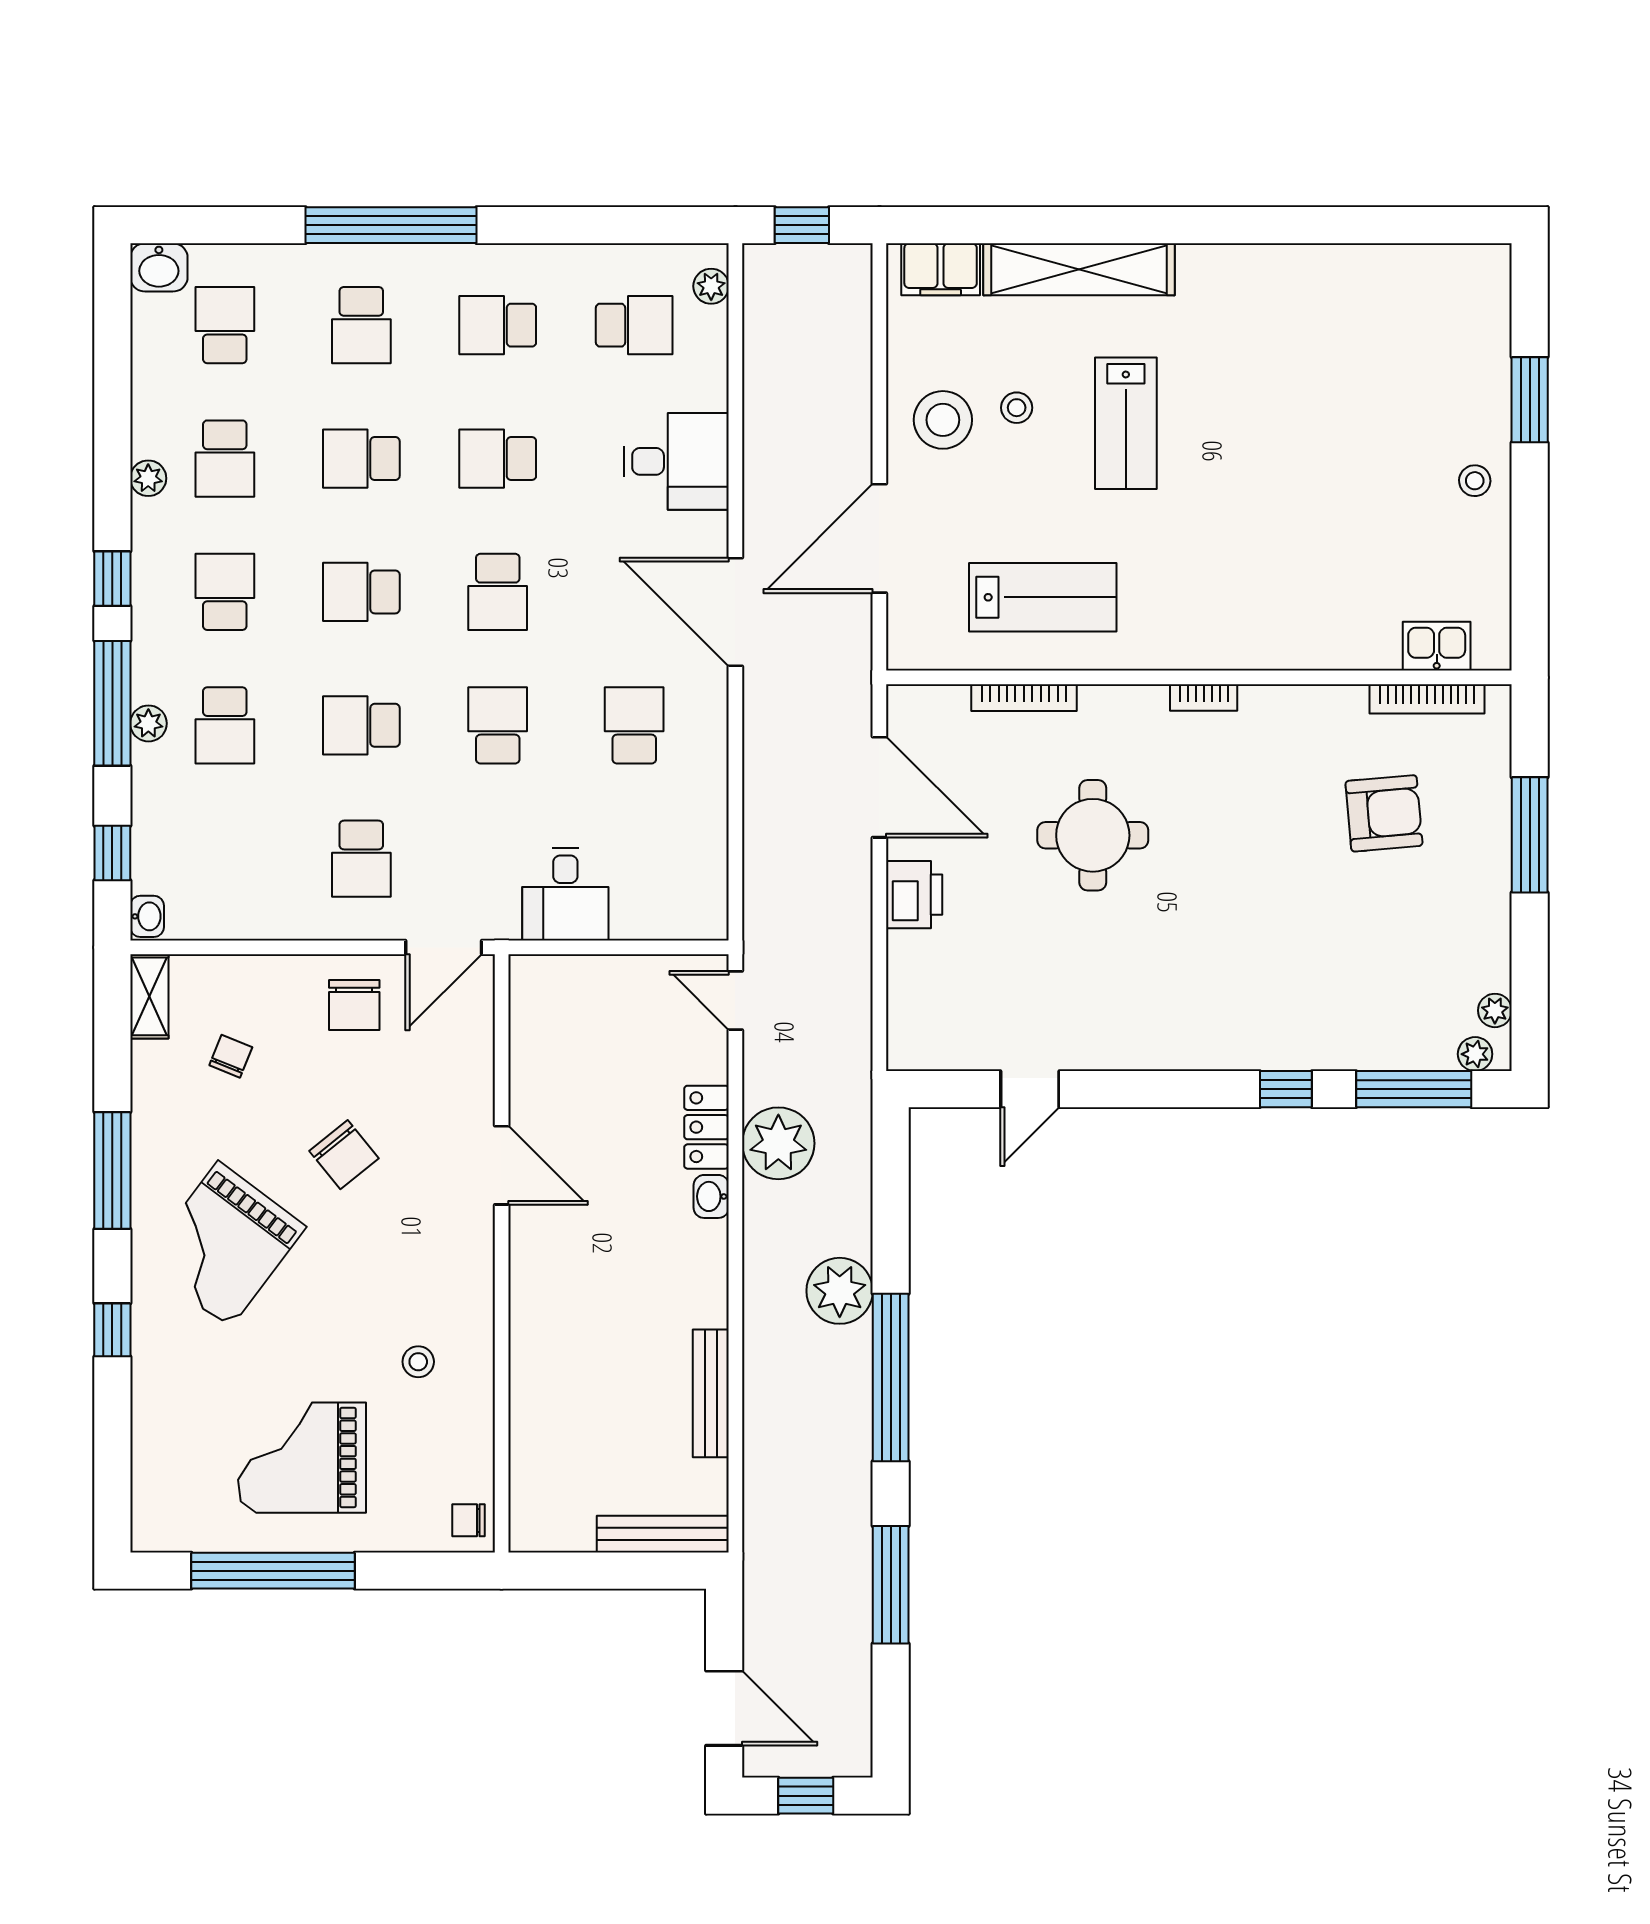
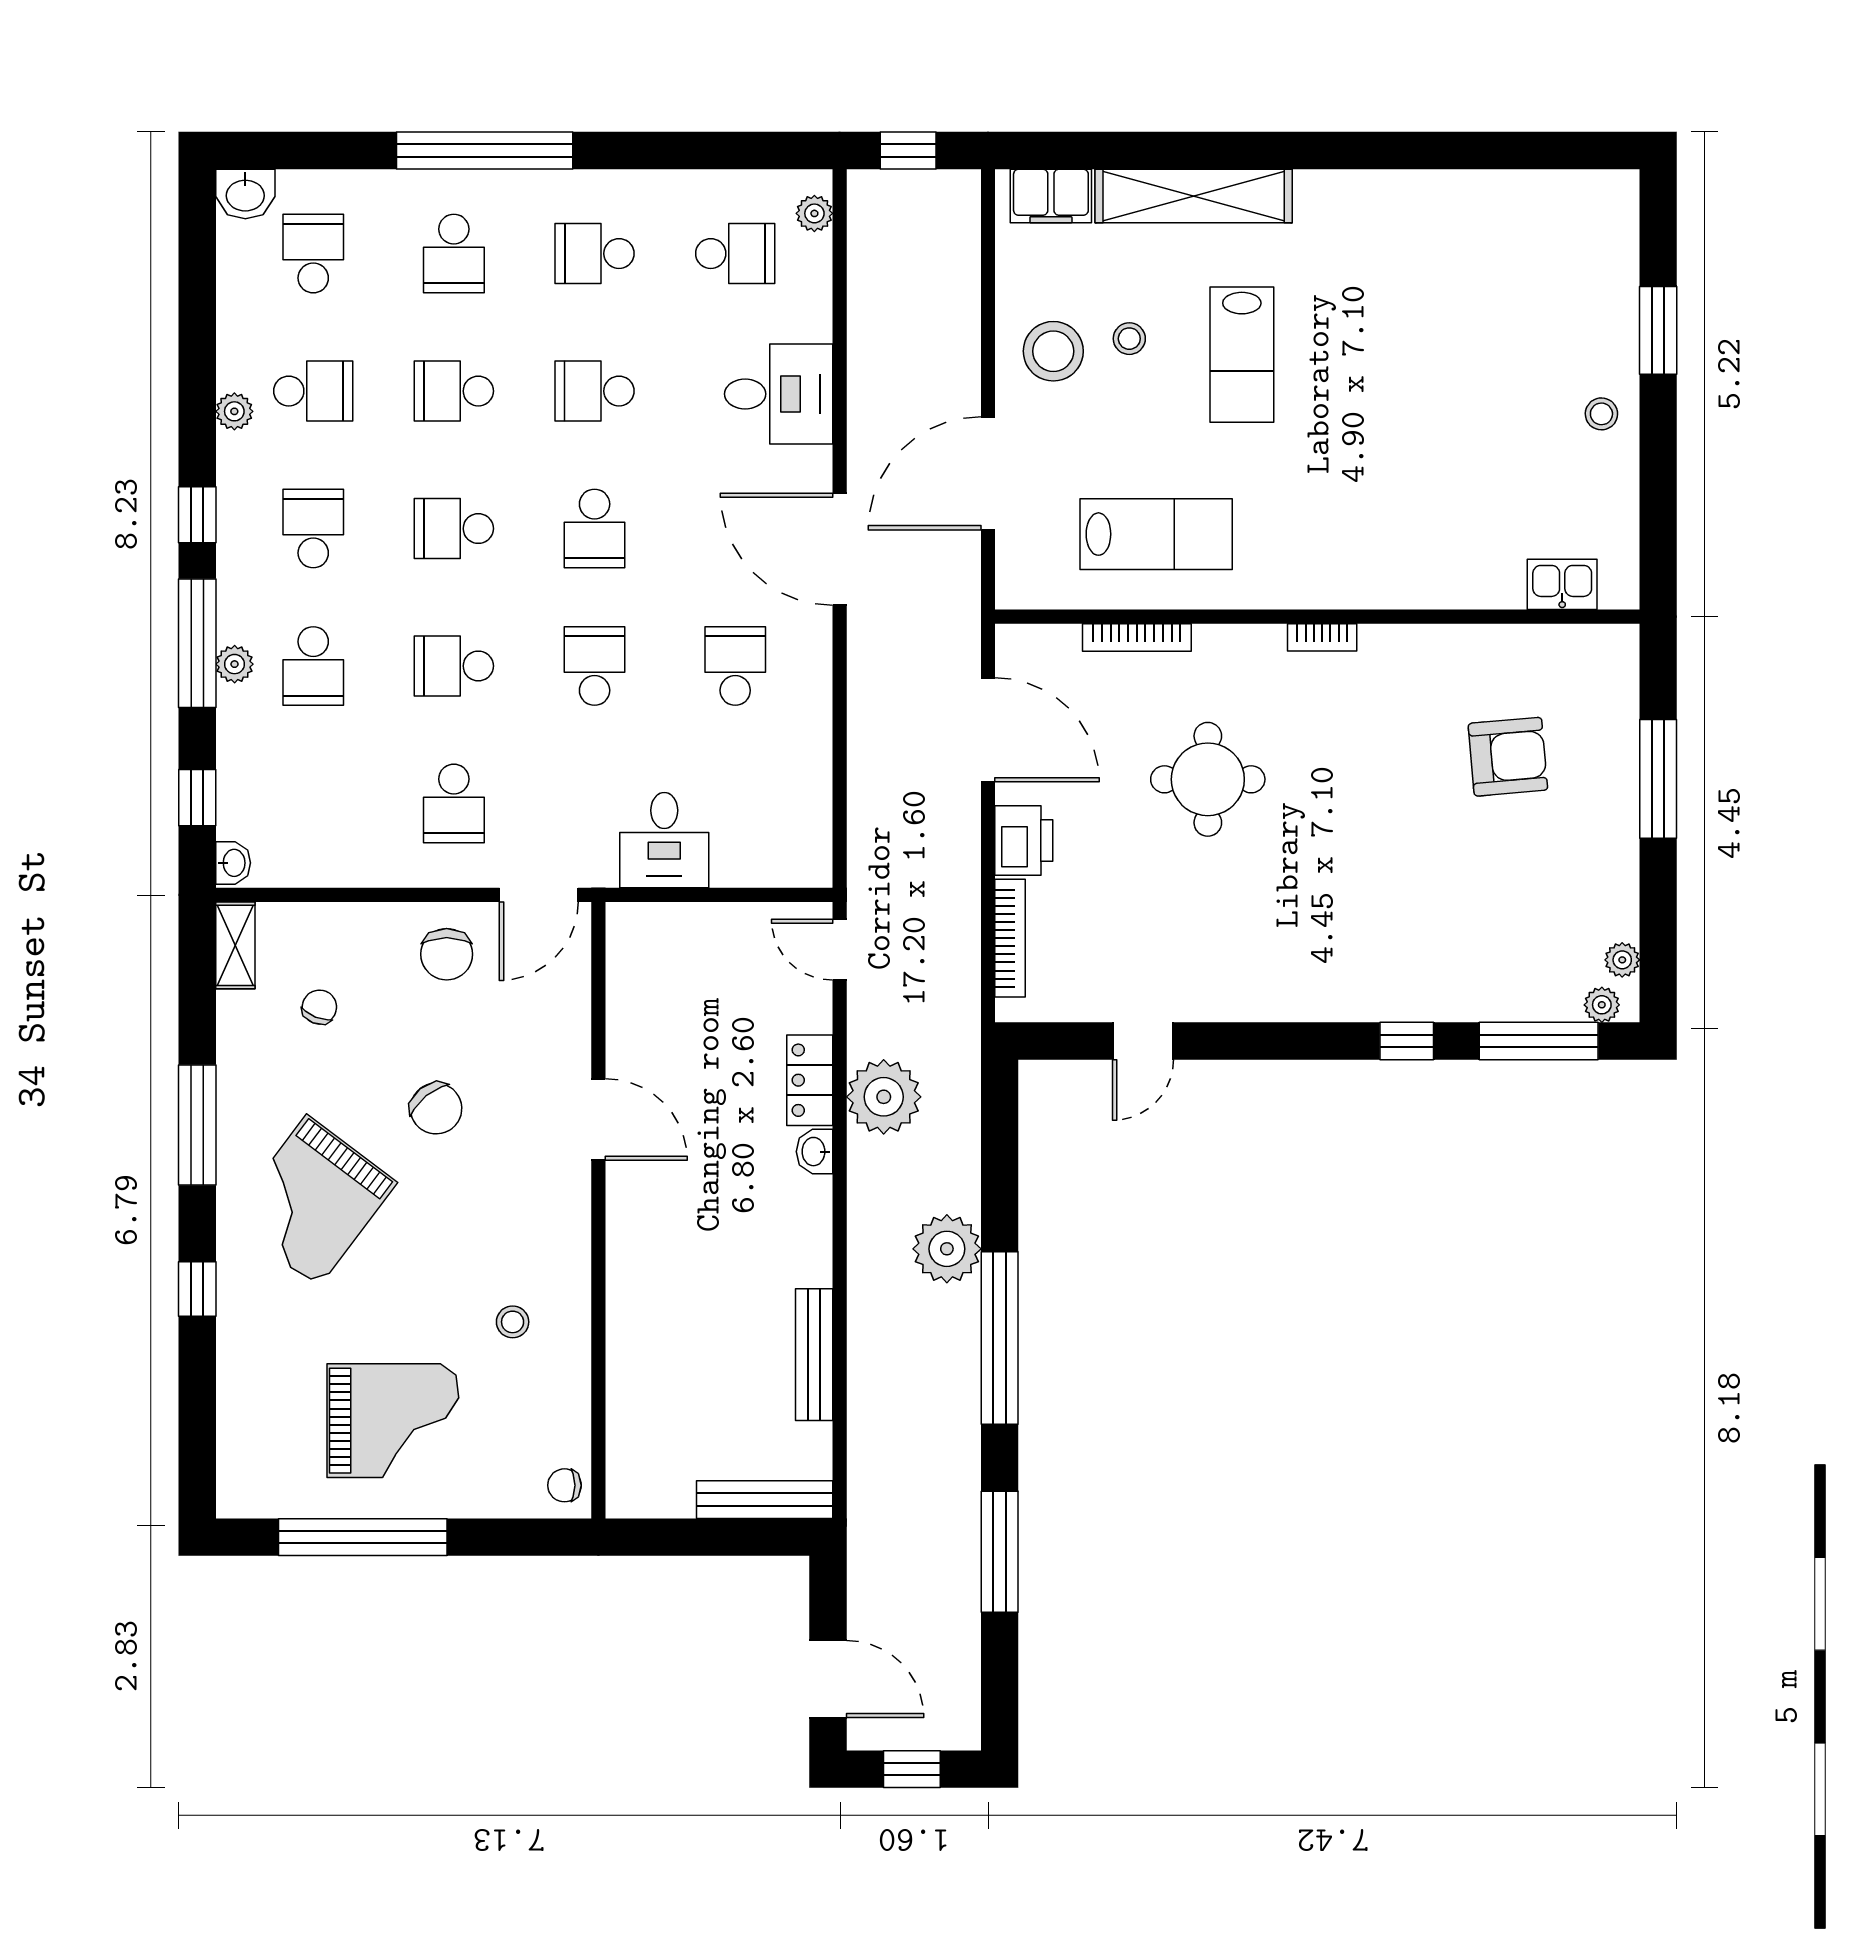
school desk: (225, 459) -> (313, 391), turned -90
bookcase: (1427, 699) -> (1010, 938), moved, turned -90
grand piano: (302, 1458) -> (393, 1421), turned 180

